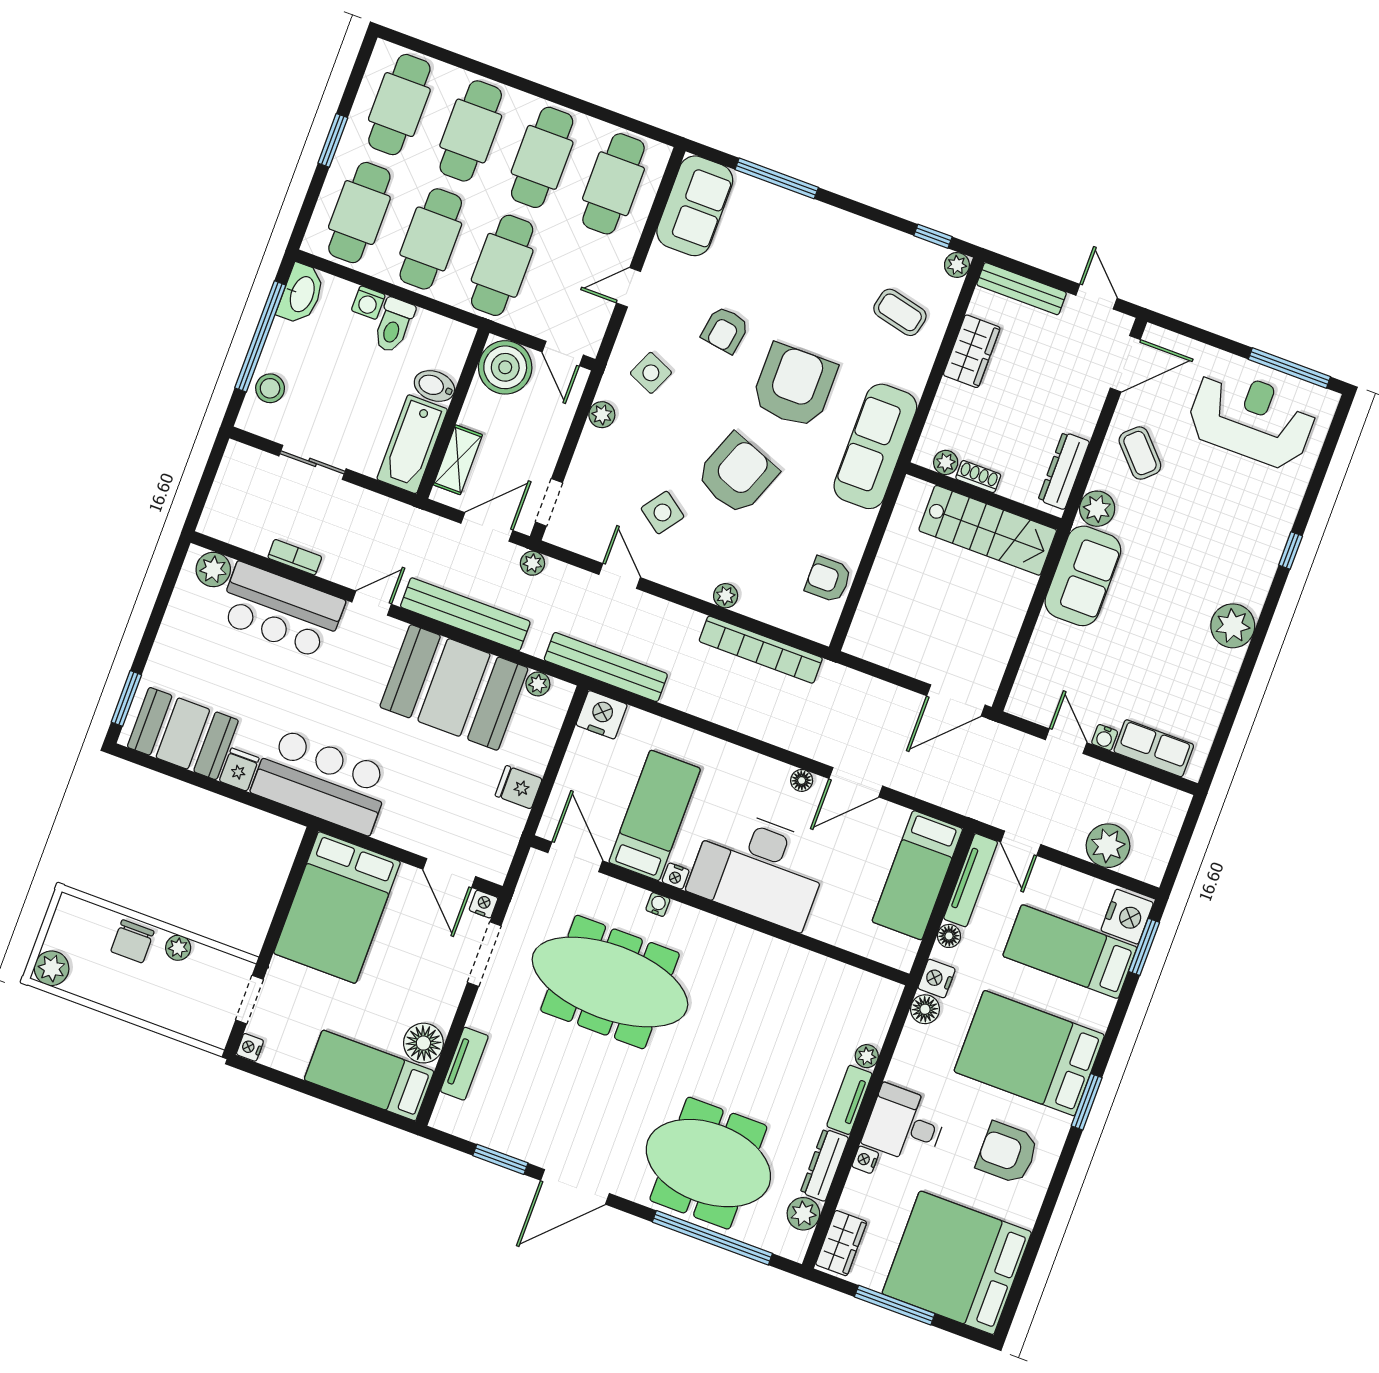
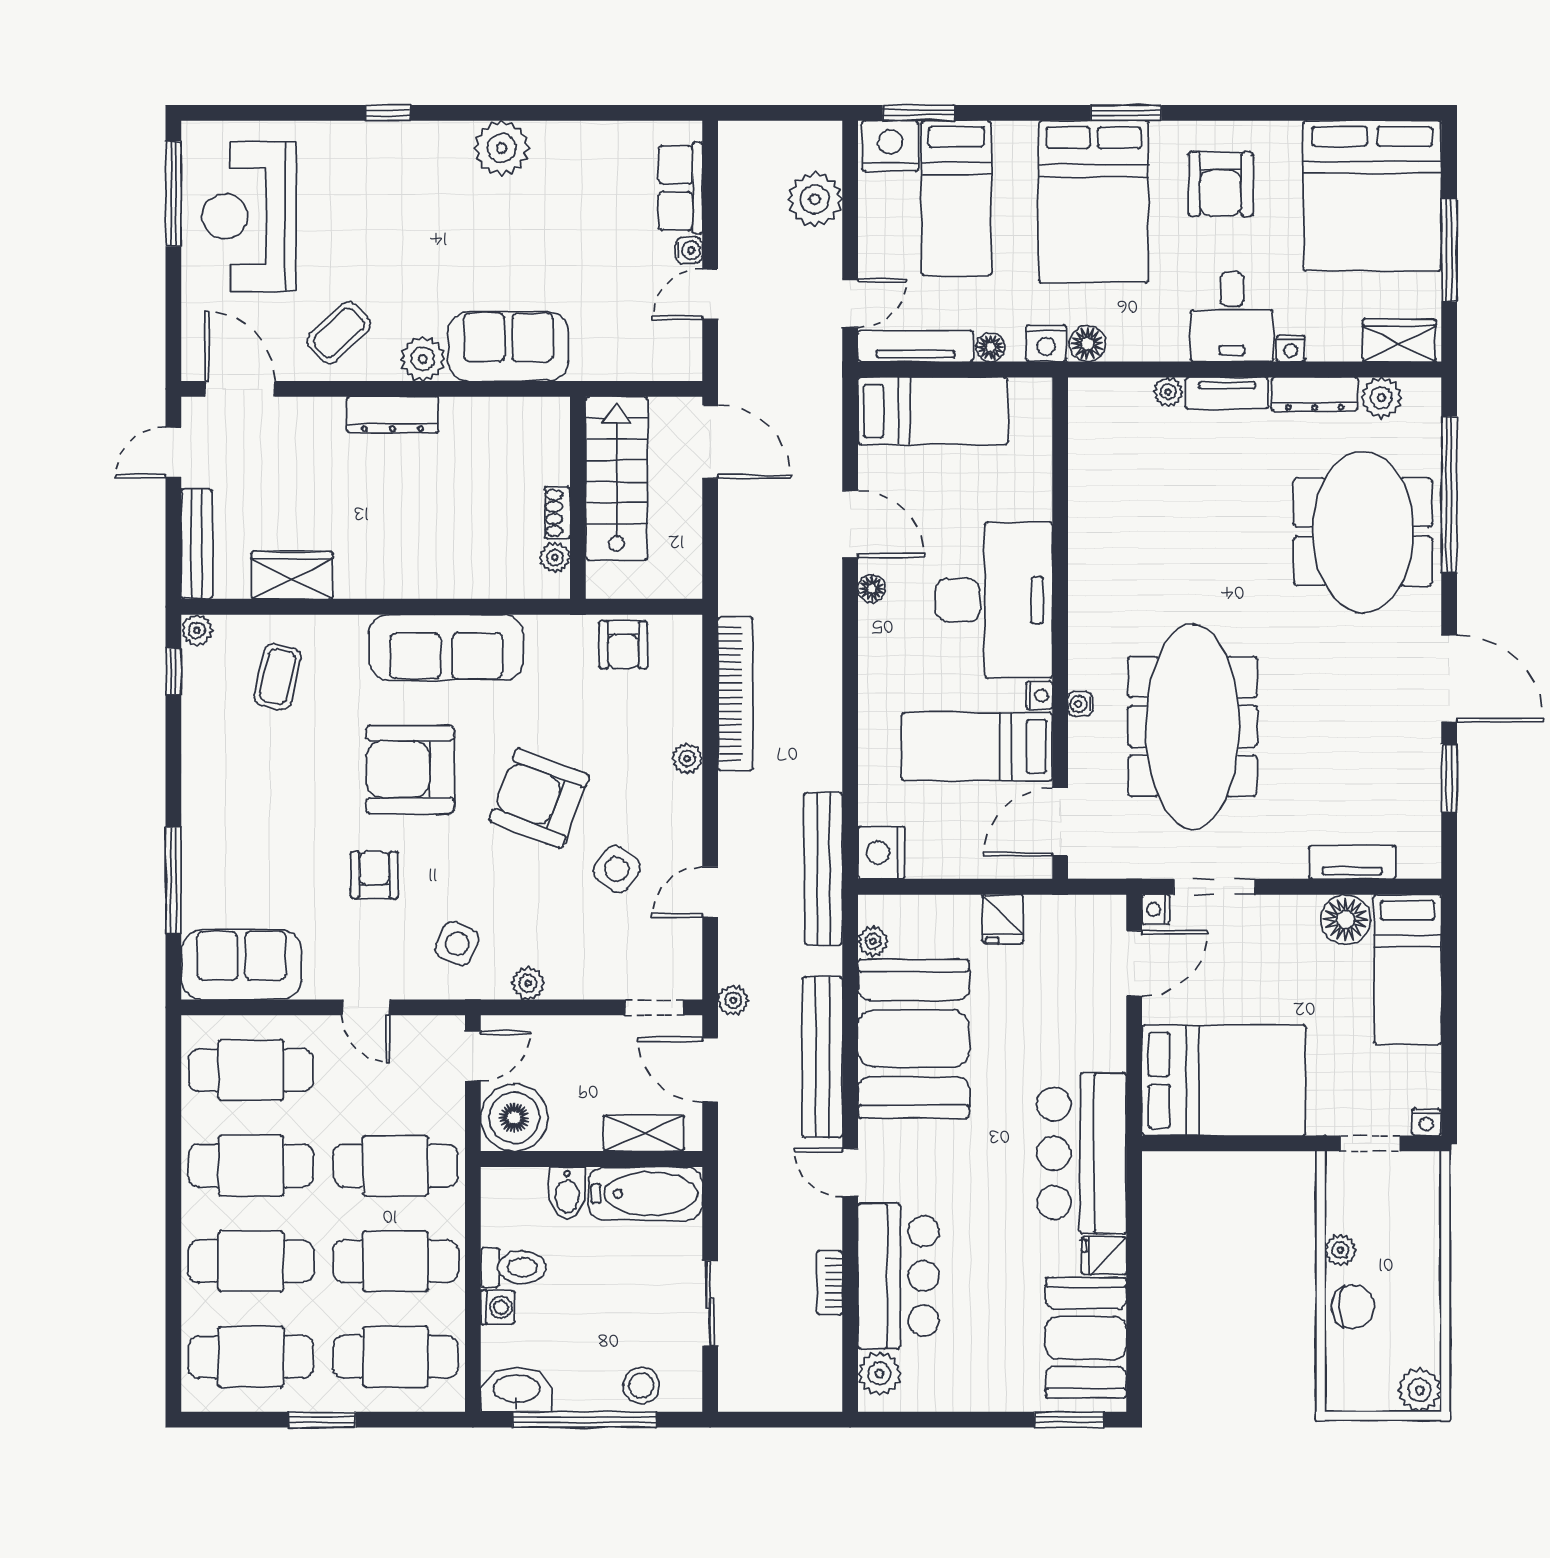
armchair: (725, 330) -> (374, 875), turned -99
plant: (946, 462) -> (555, 557), moved
shoe rack: (978, 477) -> (557, 513), moved
wall: (984, 496) -> (578, 498), moved
stairs: (988, 530) -> (616, 478), moved

